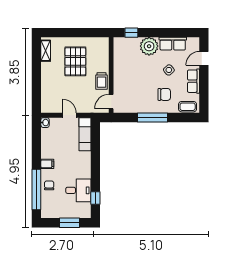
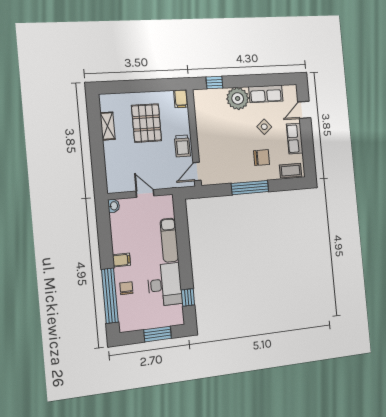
filing cabinet: (104, 44) -> (181, 99), added
shelving: (46, 51) -> (108, 126), moved
exam couch: (85, 134) -> (169, 240), moved
desk: (78, 190) -> (165, 285), width x1.37

